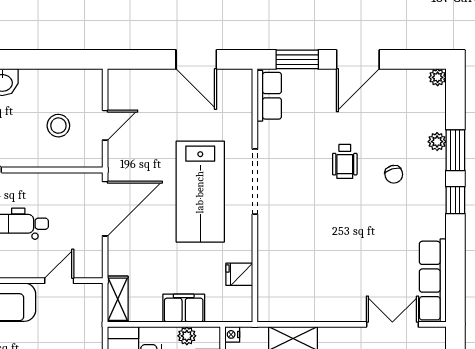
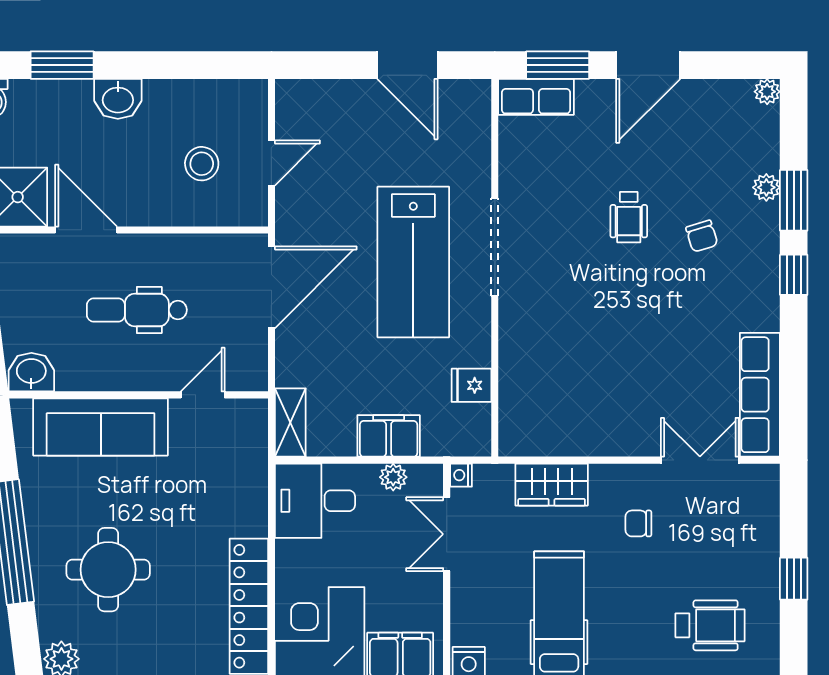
row of seats: (269, 96) -> (536, 97), moved, turned 90

